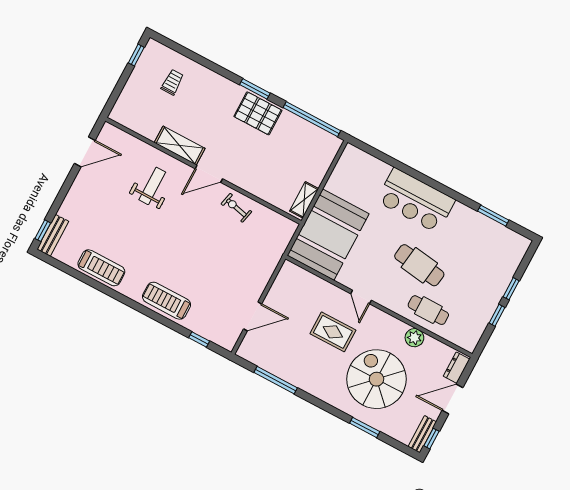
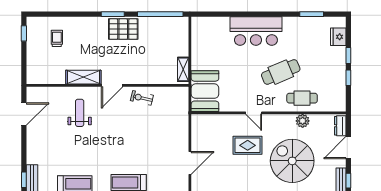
booth: (328, 235) -> (205, 91), width x0.73, depth x0.70
fridge: (511, 260) -> (338, 37), added
cafe table: (419, 265) -> (281, 72), turned -31

